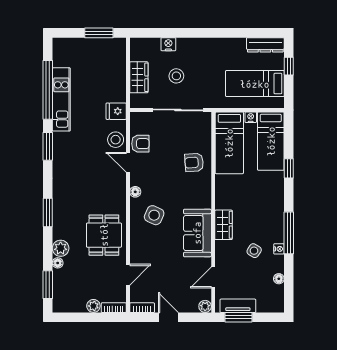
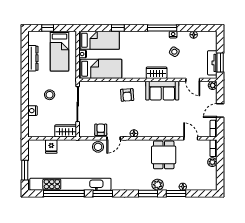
window: (99, 33) -> (25, 170), moved
dresser: (265, 45) -> (33, 58), moved
stool: (176, 76) -> (50, 95), moved
wardrobe: (139, 77) -> (66, 131), moved
kitchen unit: (61, 99) -> (70, 184), width x1.86
fridge: (116, 111) -> (51, 146), moved
armchair: (194, 162) -> (127, 95), moved
side table: (154, 215) -> (150, 120), removed
dining table: (104, 235) -> (164, 155), turned 90
plant: (61, 248) -> (158, 185), moved
window: (48, 285) -> (176, 194), moved

